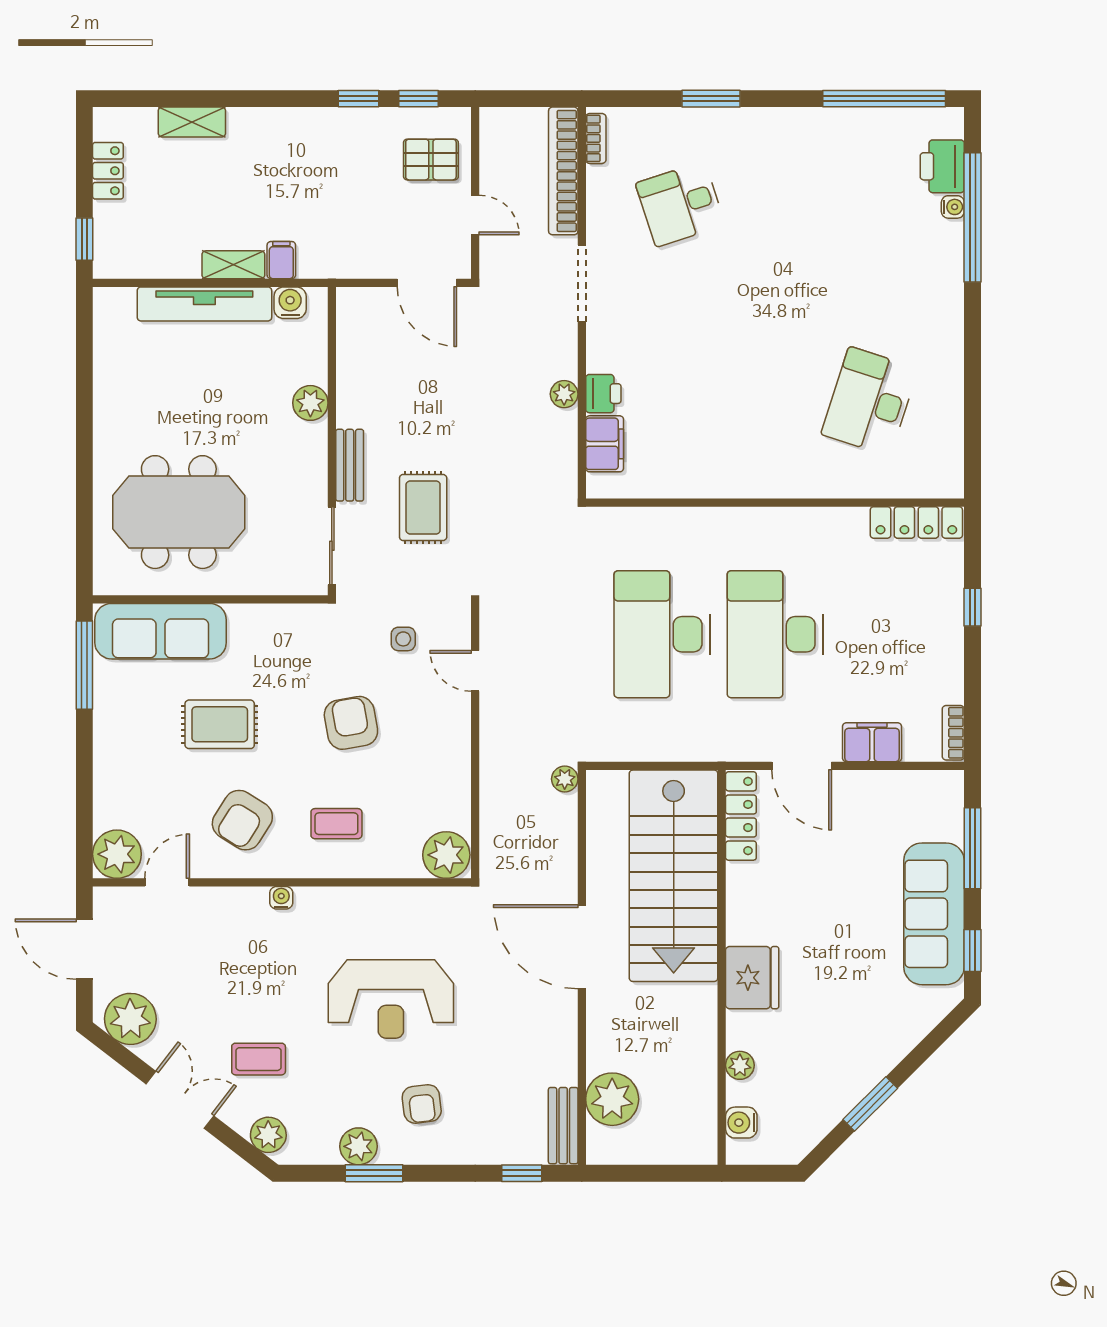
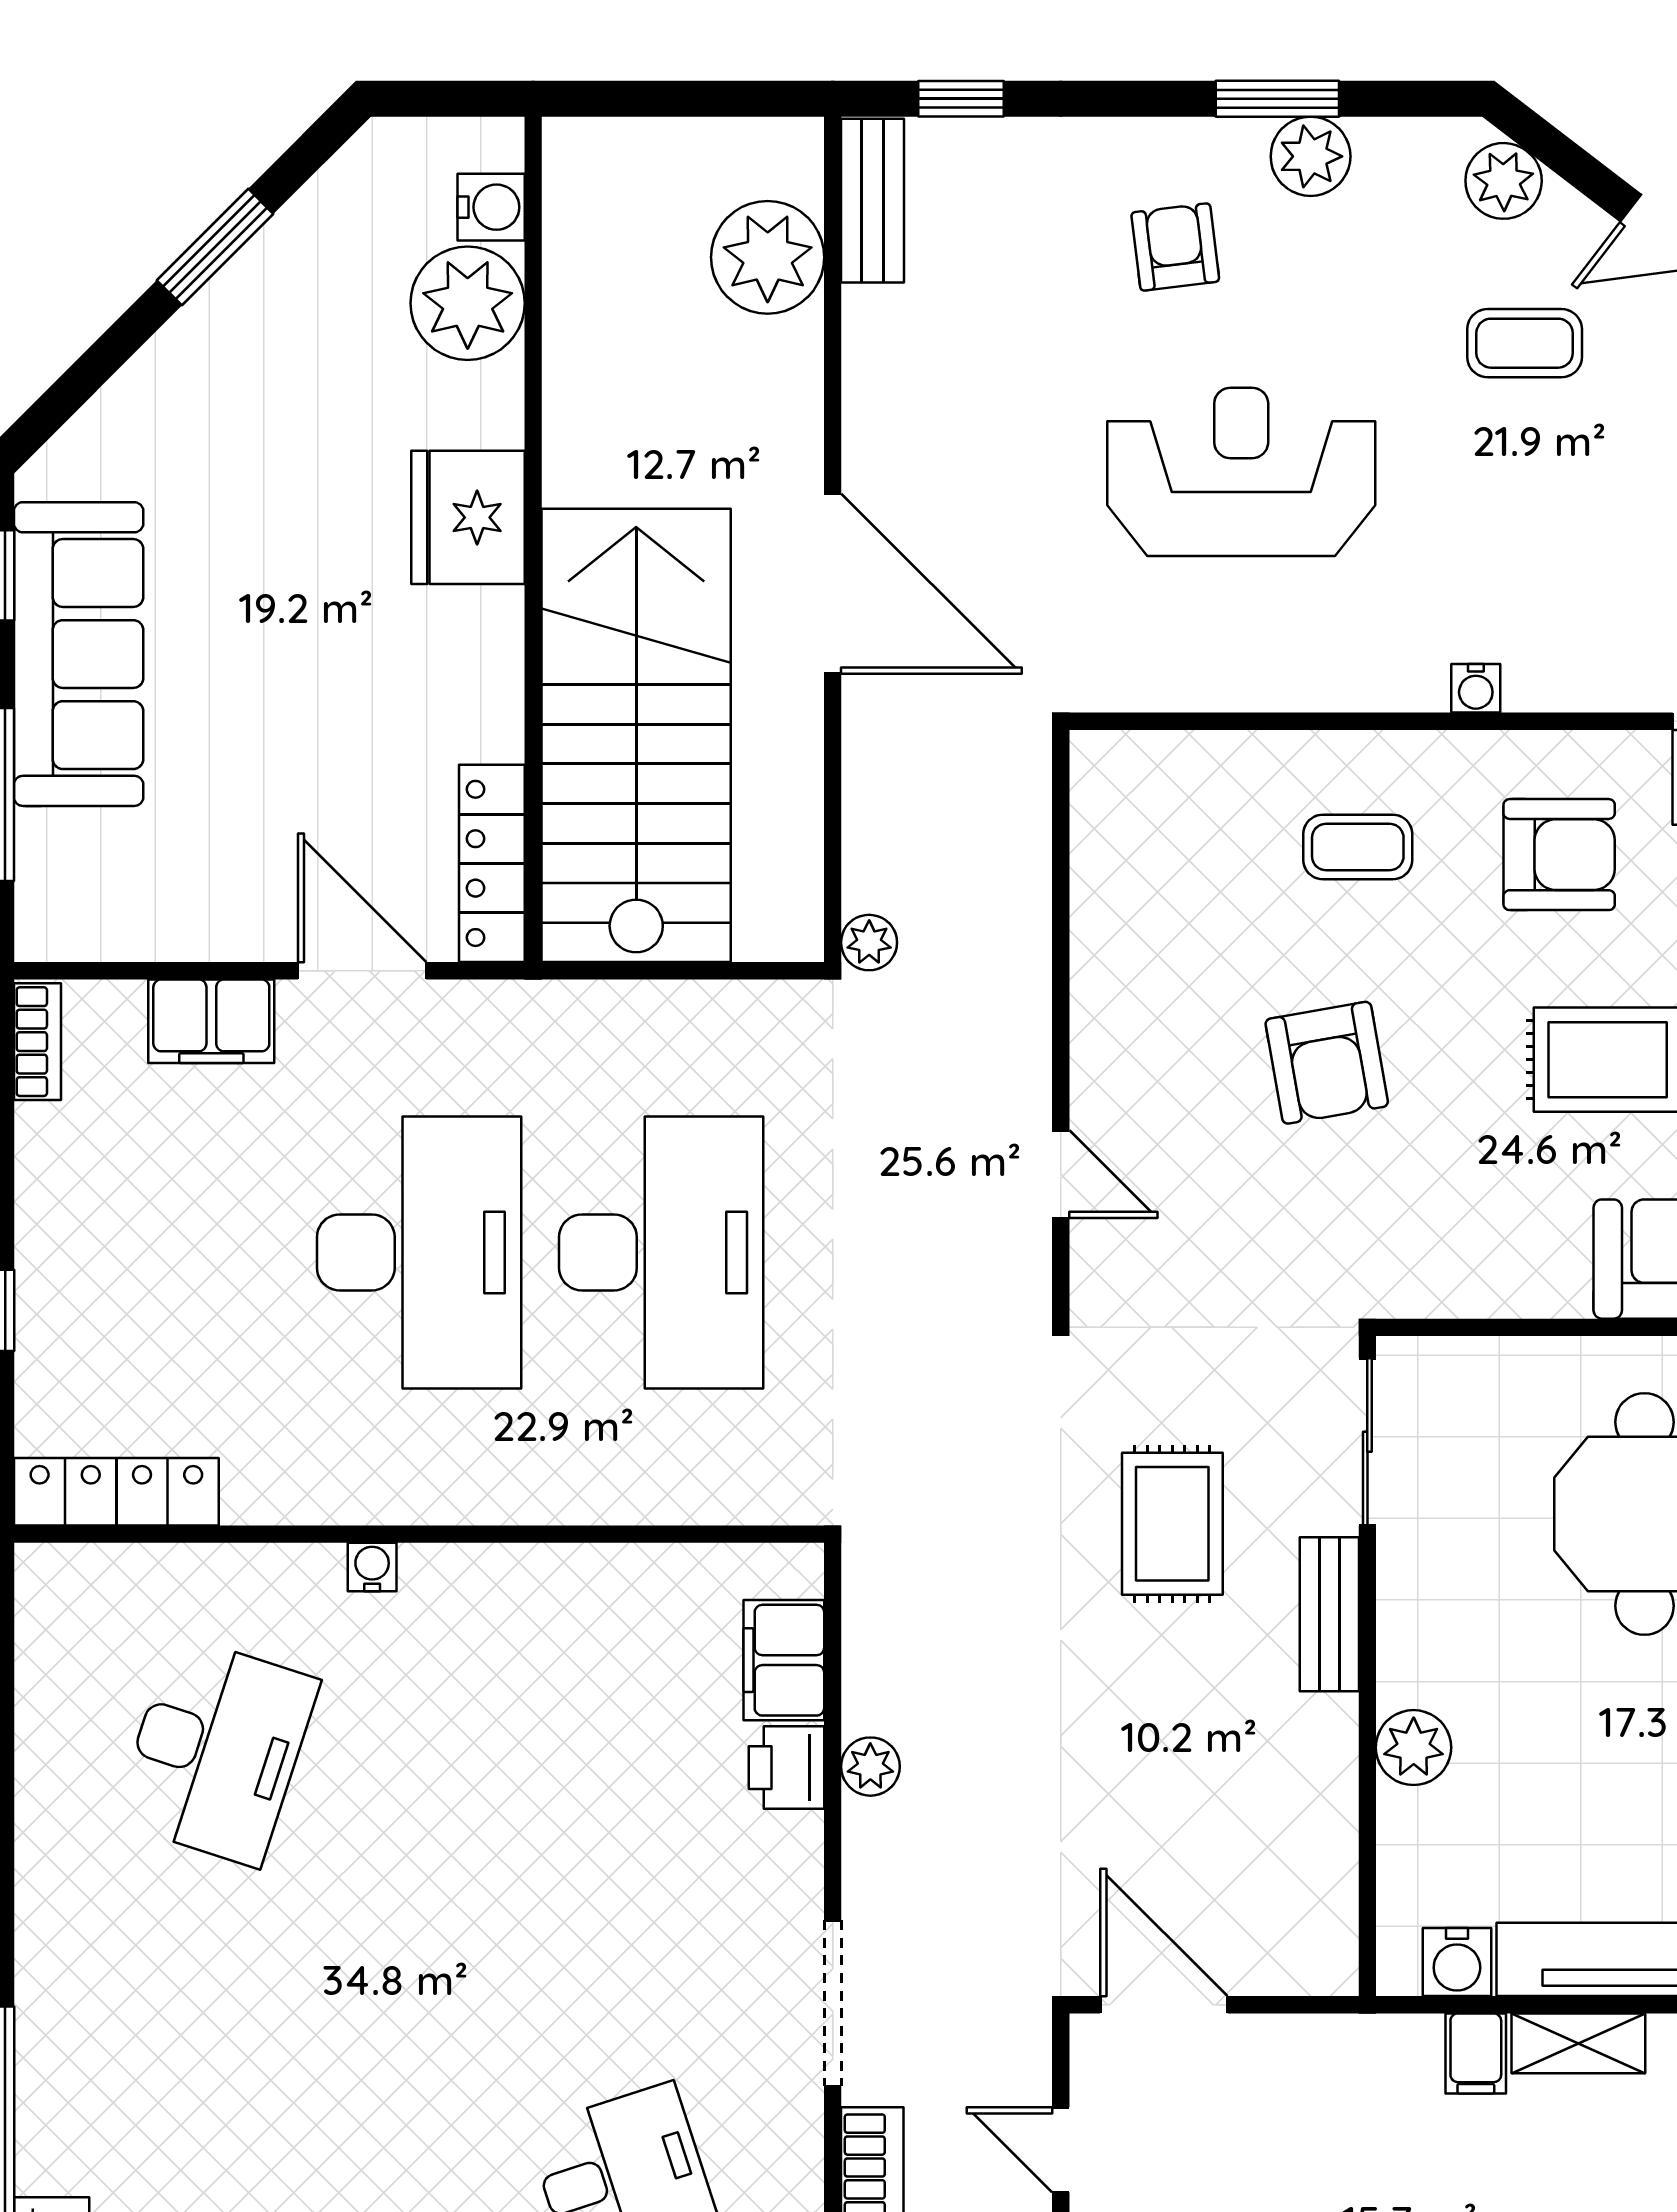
water cooler: (953, 207) -> (372, 1567), moved, turned 90
side table: (403, 639) -> (1215, 1242), removed
armchair: (242, 820) -> (1559, 855), turned 58
plant: (446, 855) -> (1123, 780), removed
plant: (740, 1065) -> (468, 303), width x1.88, depth x1.88

